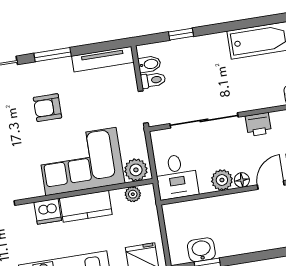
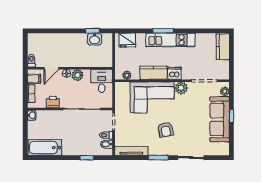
armchair: (48, 108) -> (166, 129), turned 77
plant: (136, 170) -> (181, 88), moved

